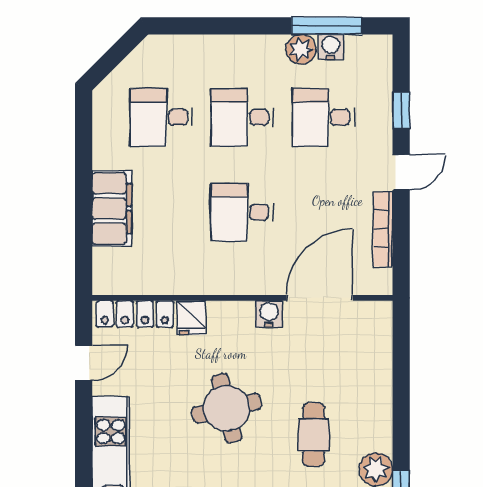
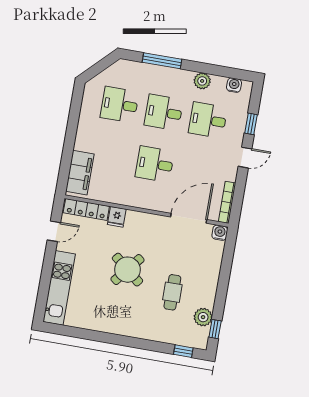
window: (327, 26) -> (162, 61), moved
water cooler: (331, 47) -> (234, 85), moved
filing cabinet: (112, 208) -> (80, 173), moved
bookcase: (383, 229) -> (227, 202), moved
water cooler: (269, 314) -> (220, 233), moved
round table: (227, 408) -> (127, 270), turned -38

